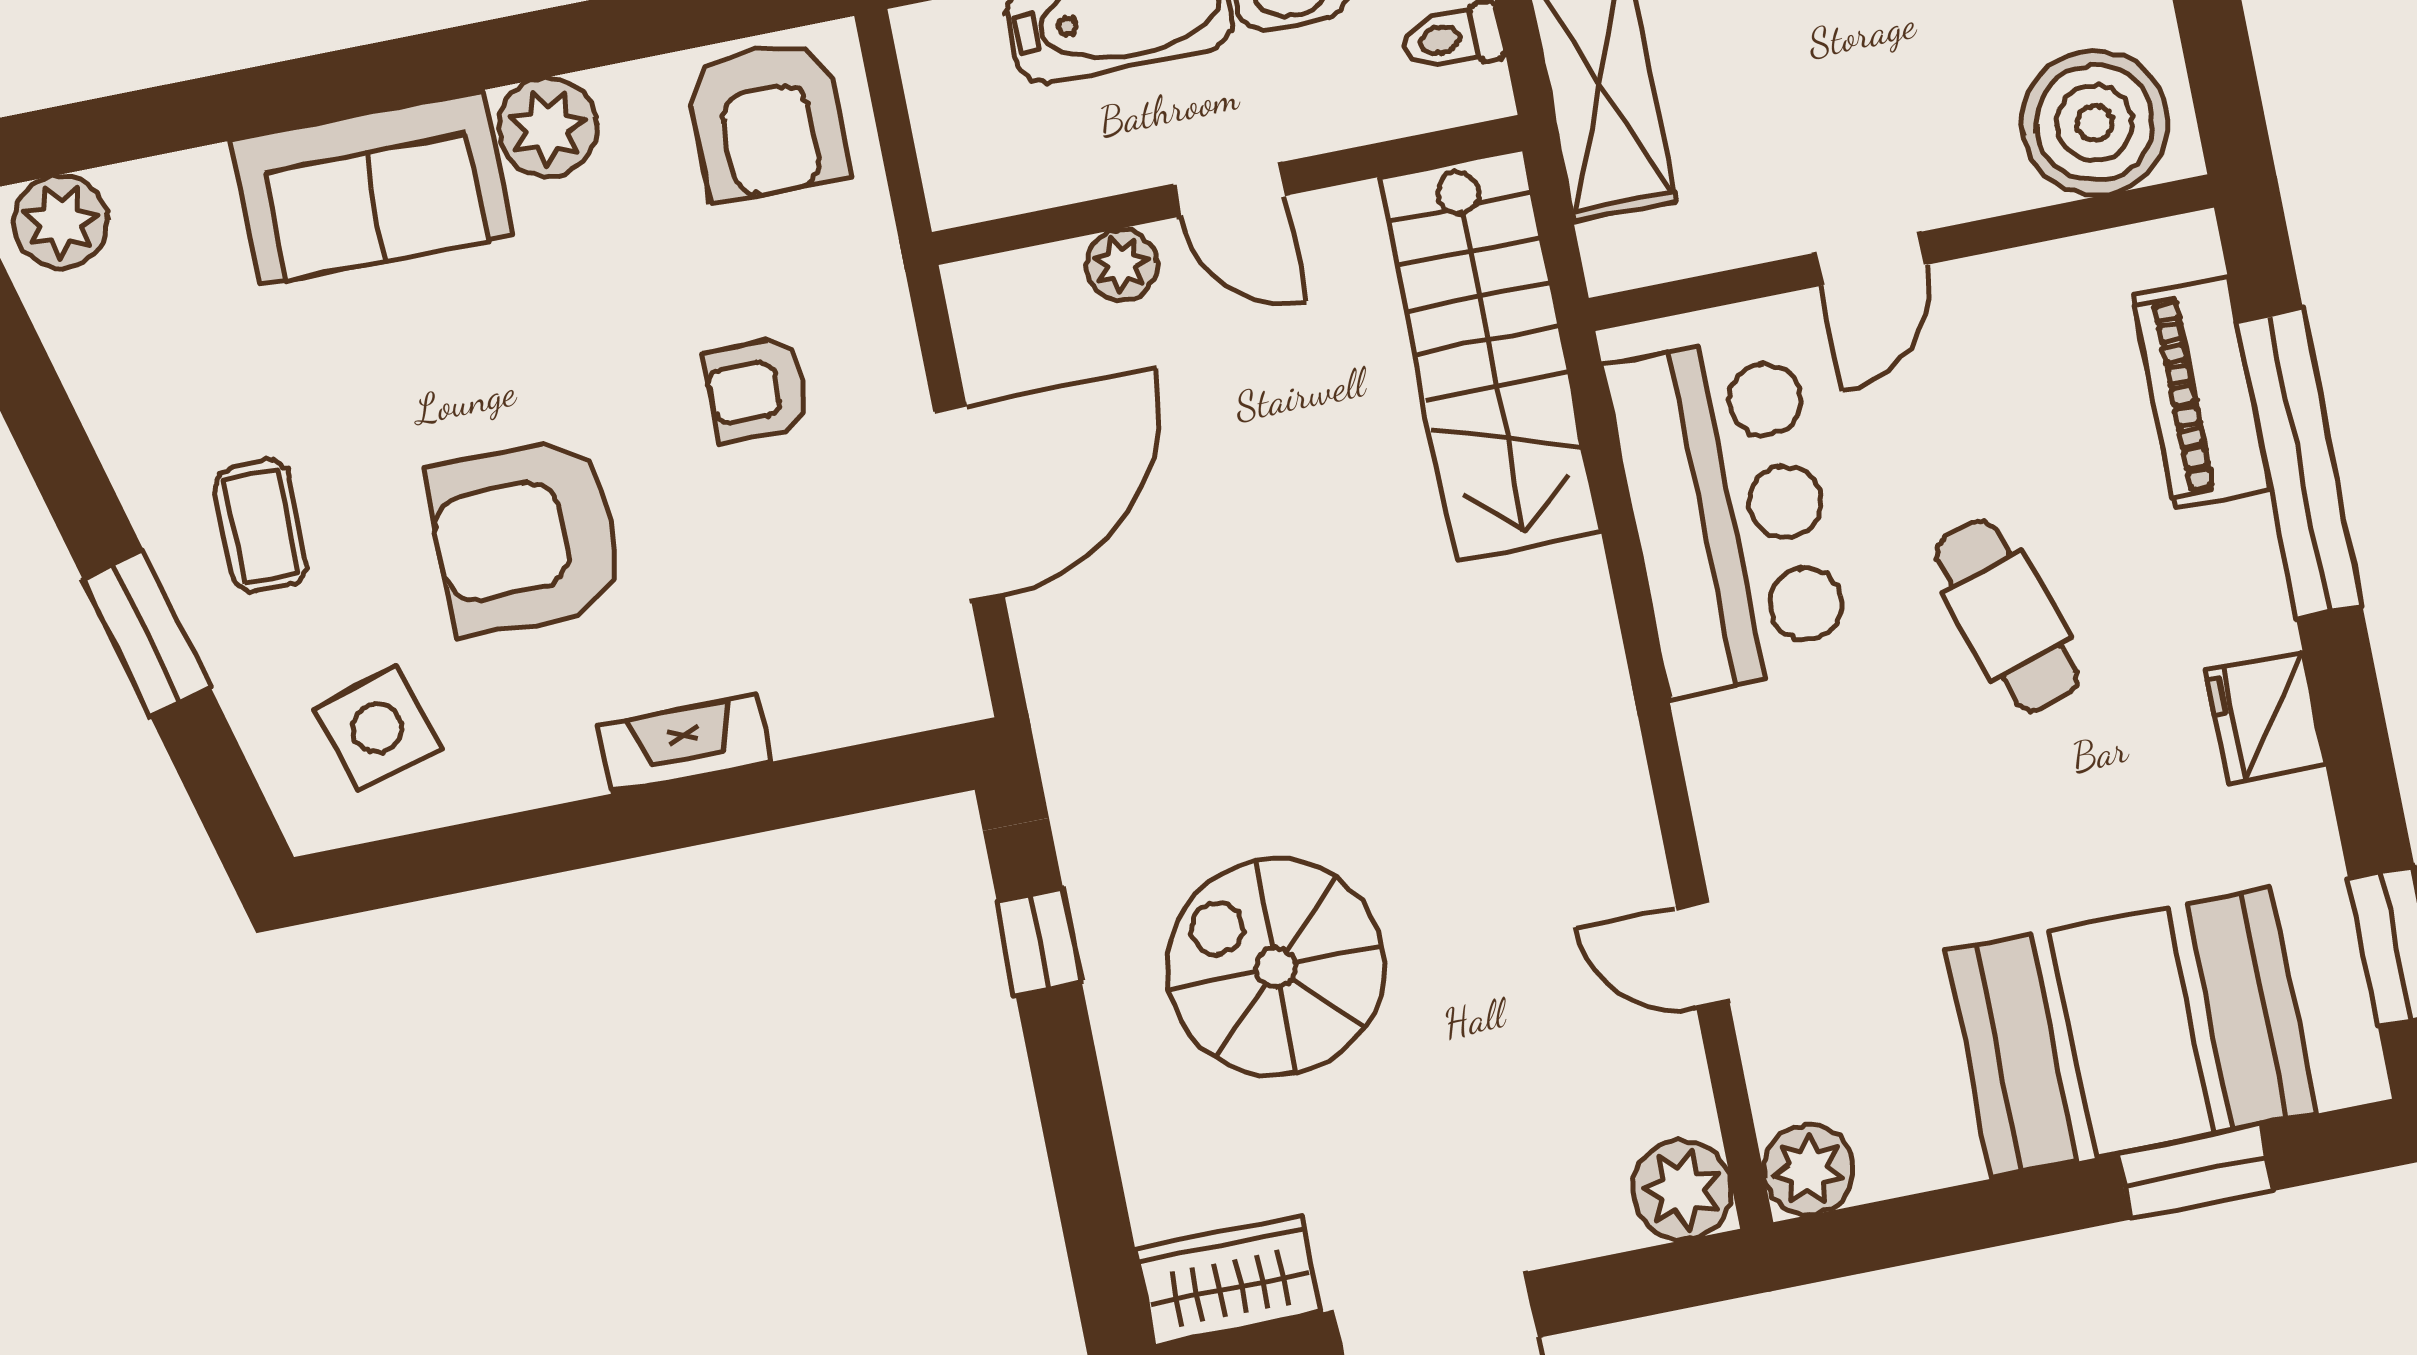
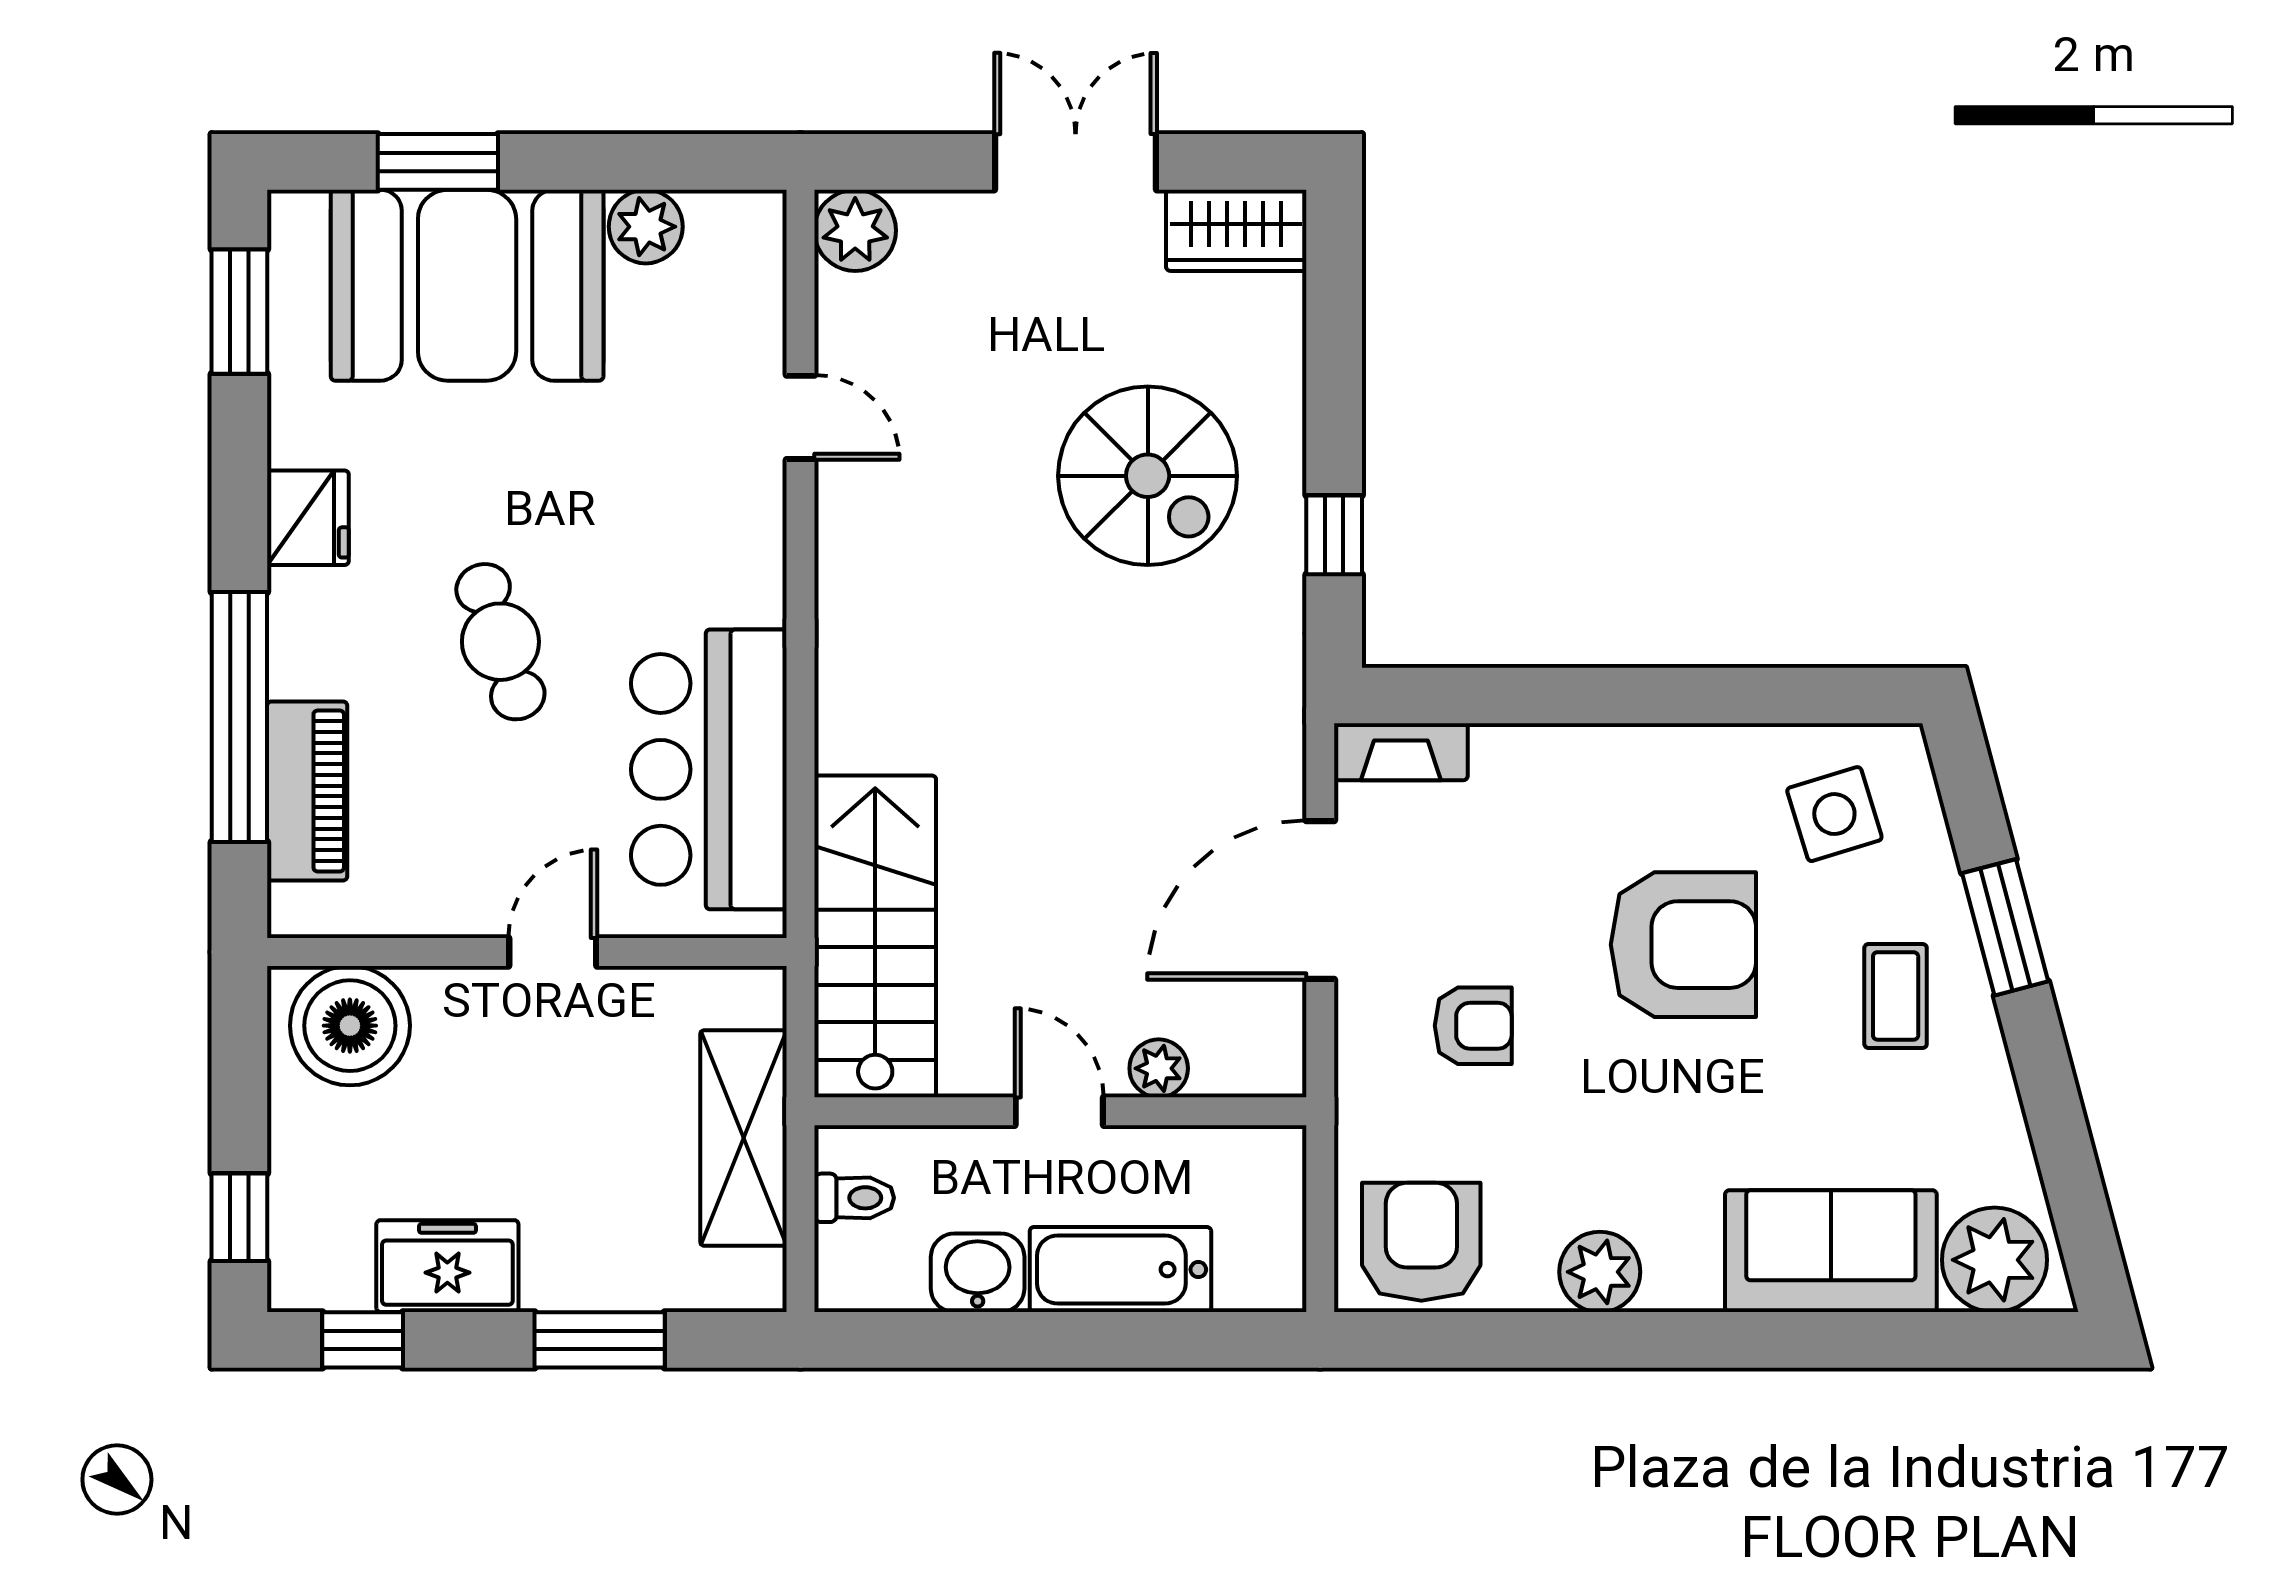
sofa: (372, 188) -> (1831, 1251), moved
plant: (61, 222) -> (1995, 1260), width x1.36, depth x1.36
fireplace: (684, 744) -> (1401, 752), moved
plant: (1809, 1169) -> (646, 227), moved

